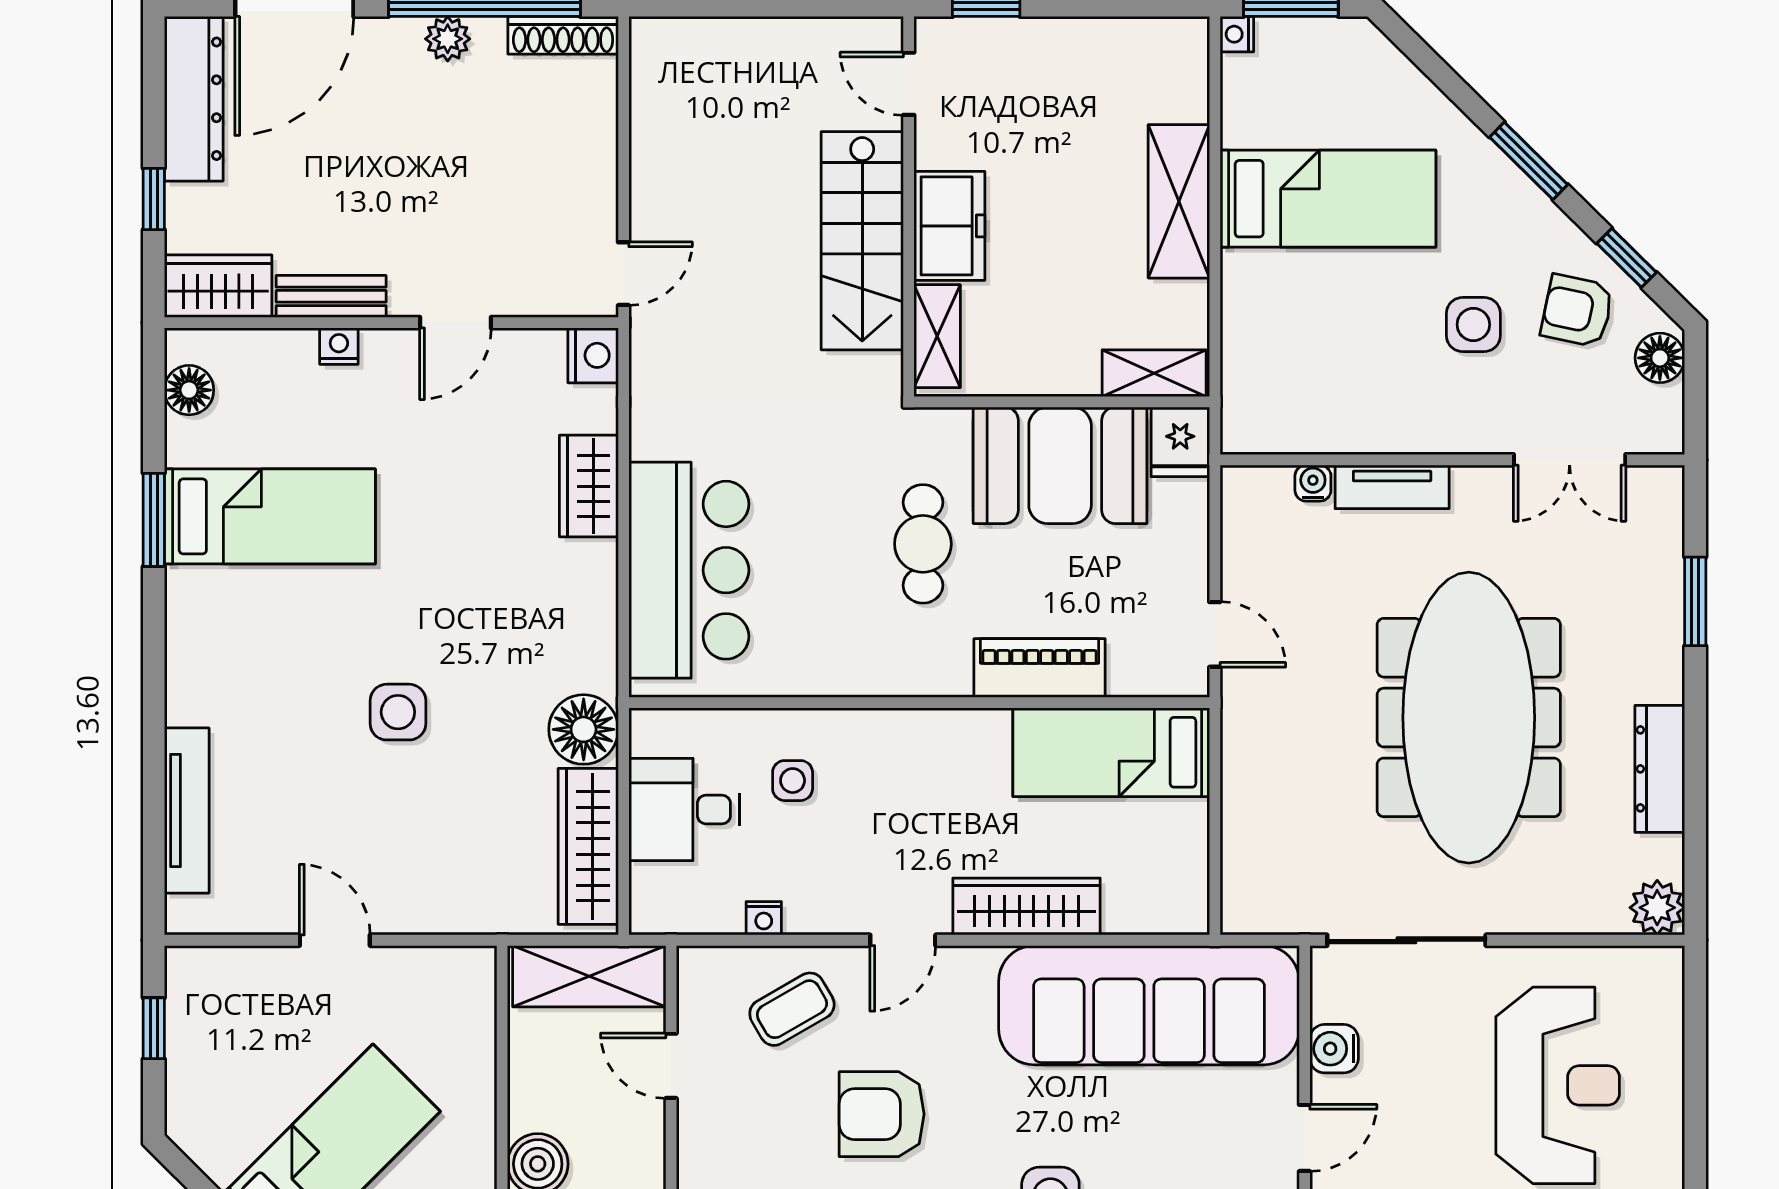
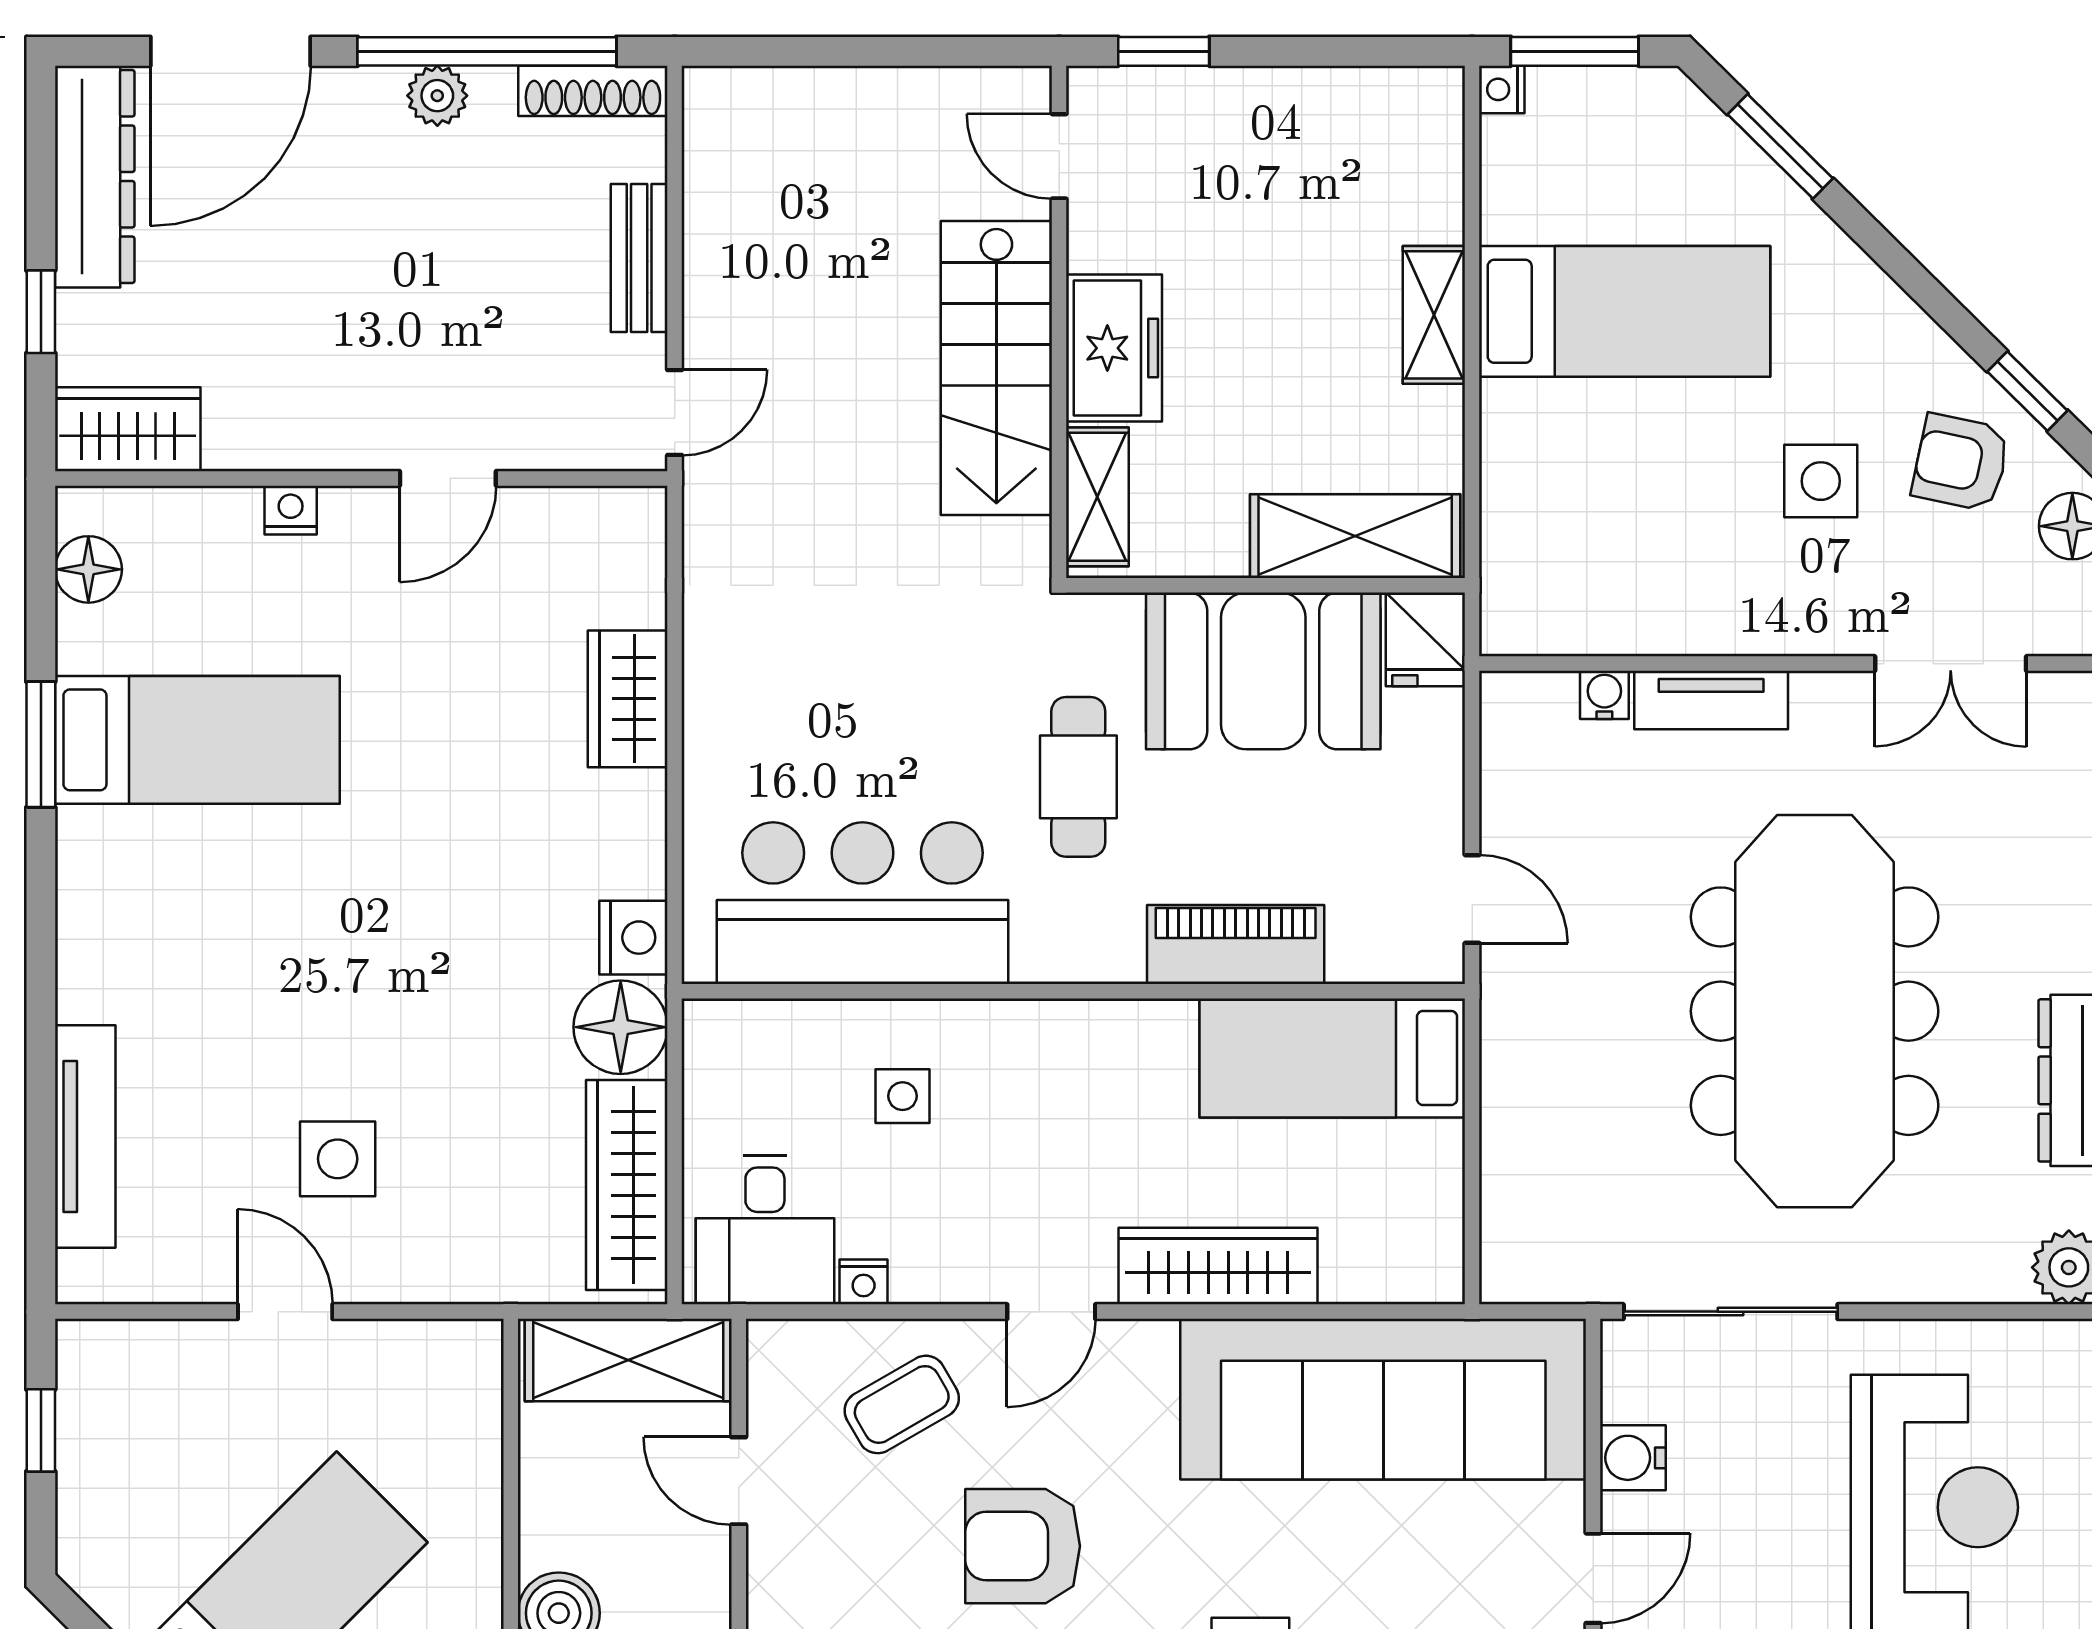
window: (1529, 161) -> (1780, 146), moved
shelving: (1179, 201) -> (1434, 315), width x0.67, depth x0.75
bench: (331, 296) -> (639, 258), moved, turned 90
nightstand: (593, 355) -> (633, 938), moved
shelving: (1154, 373) -> (1355, 536), width x1.50, depth x1.33
bar counter: (689, 570) -> (862, 903), moved, turned -90
side table: (398, 712) -> (338, 1159), moved
desk: (684, 809) -> (765, 1230), moved, turned -90

